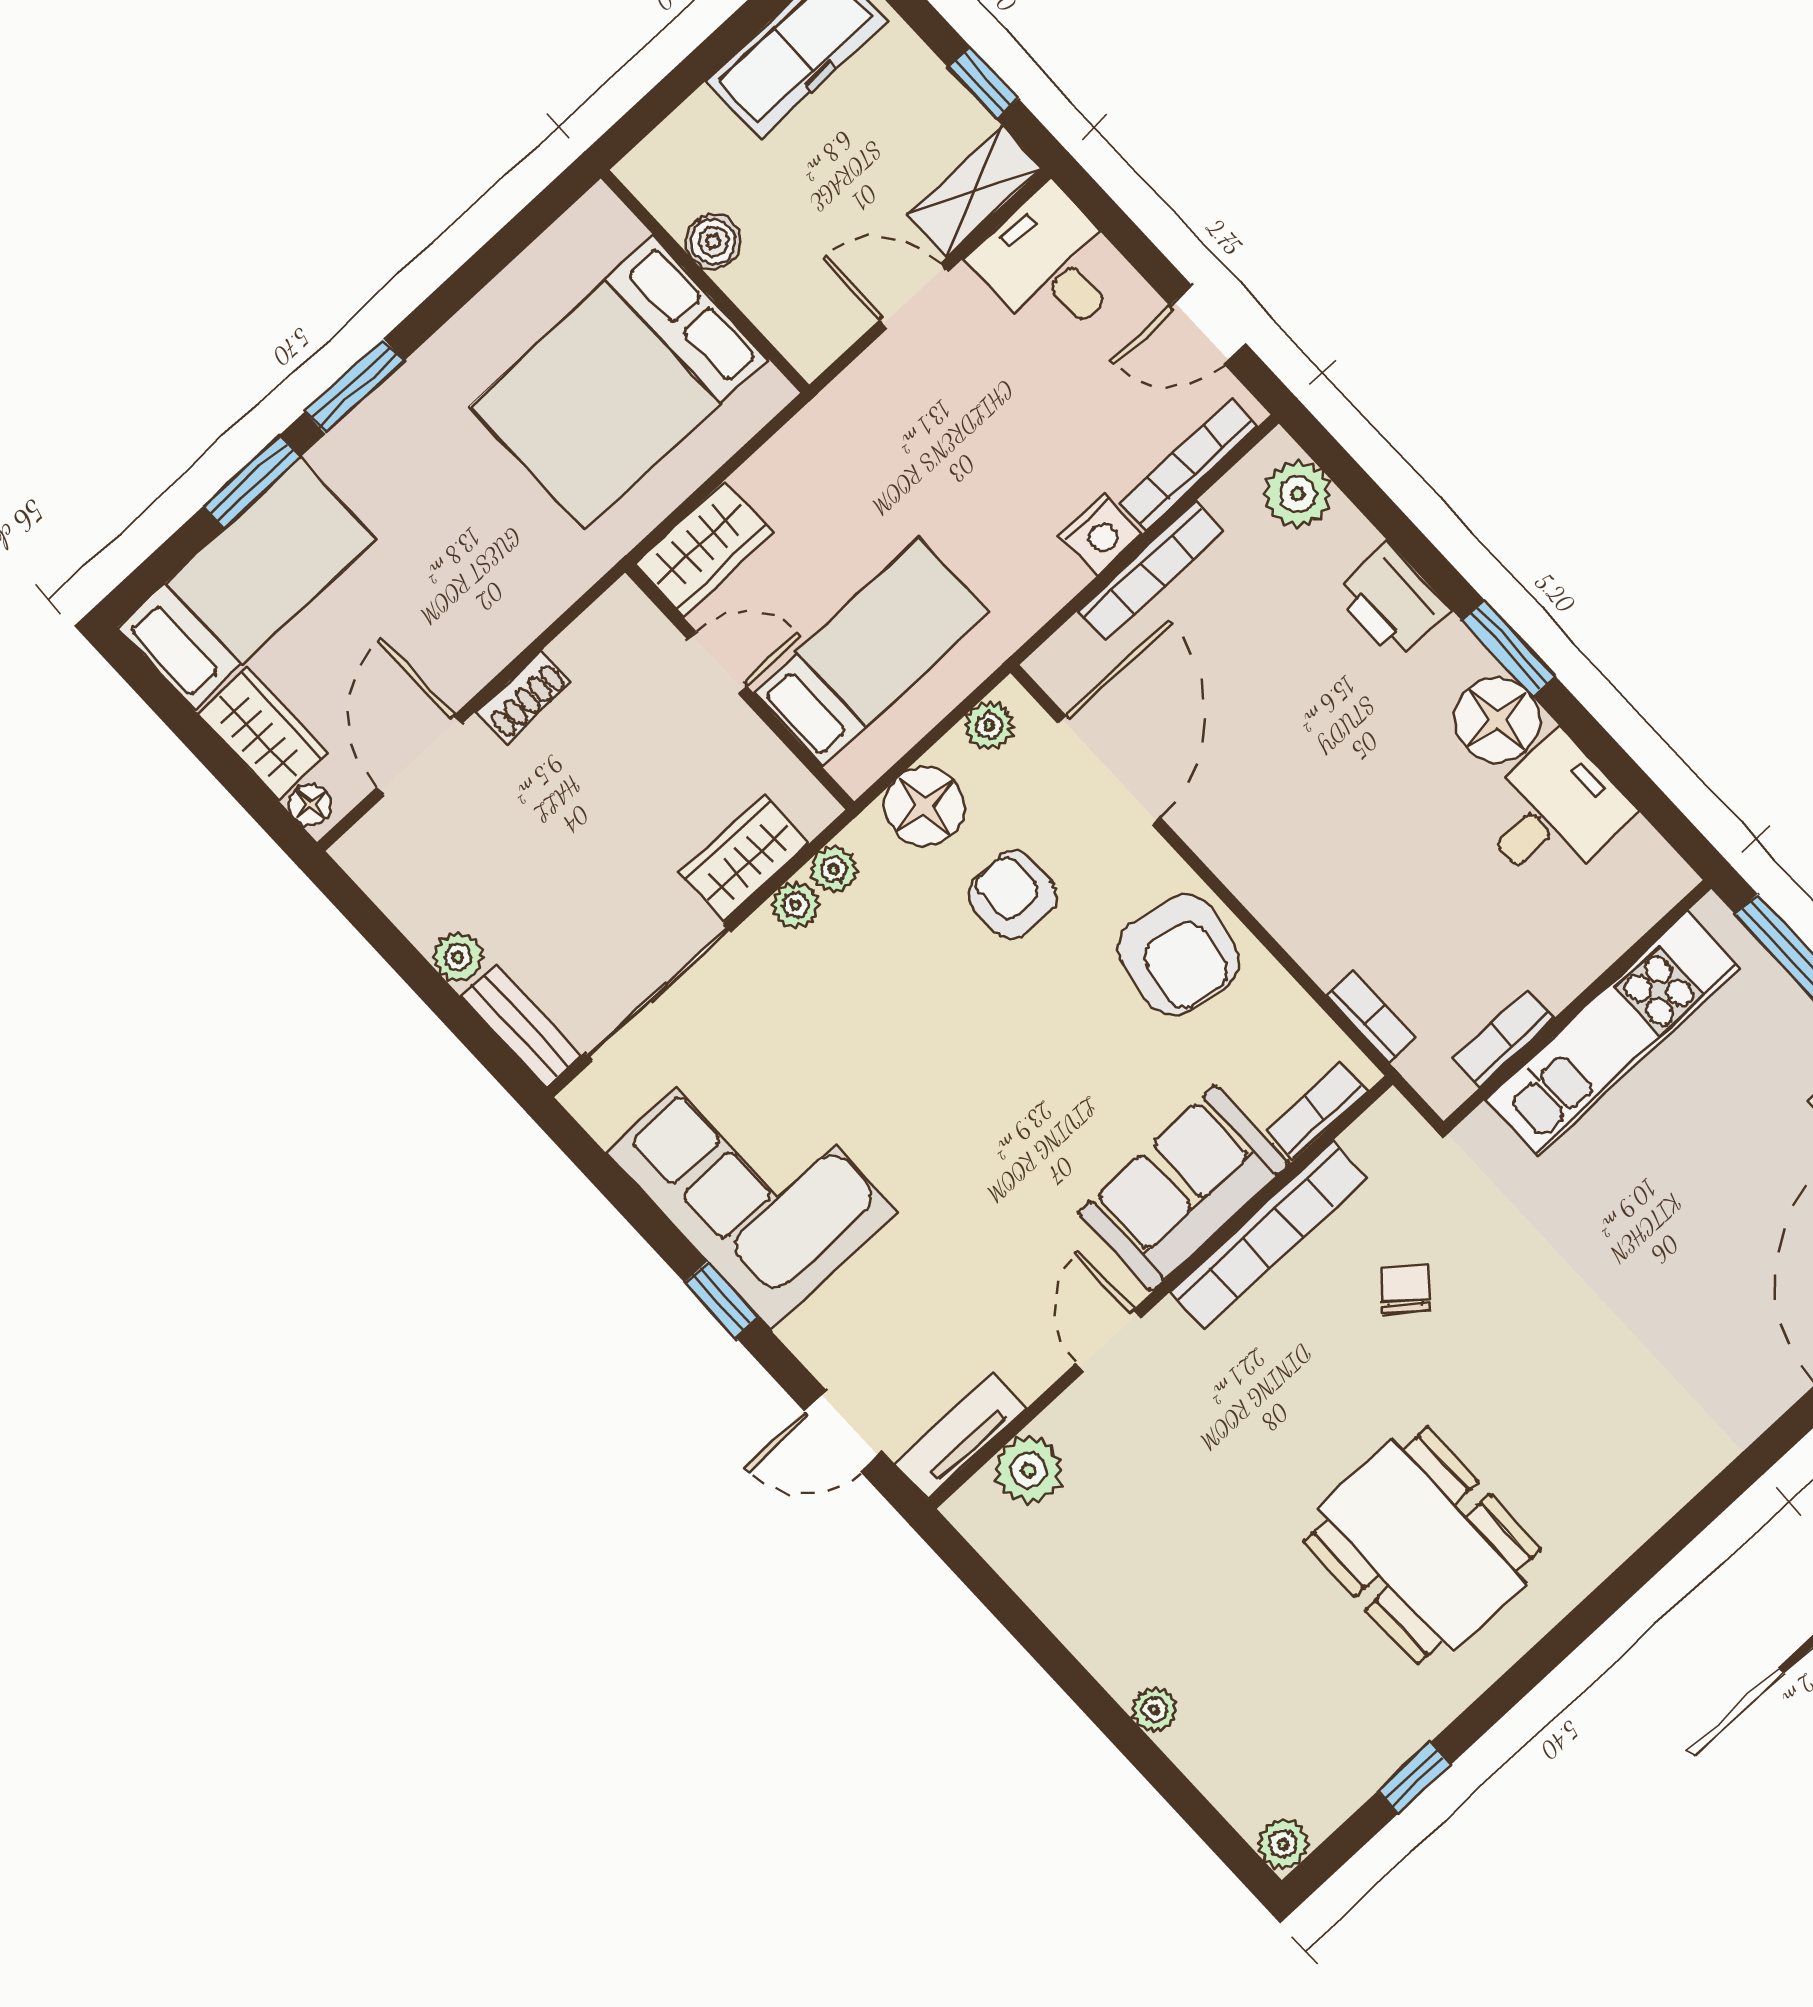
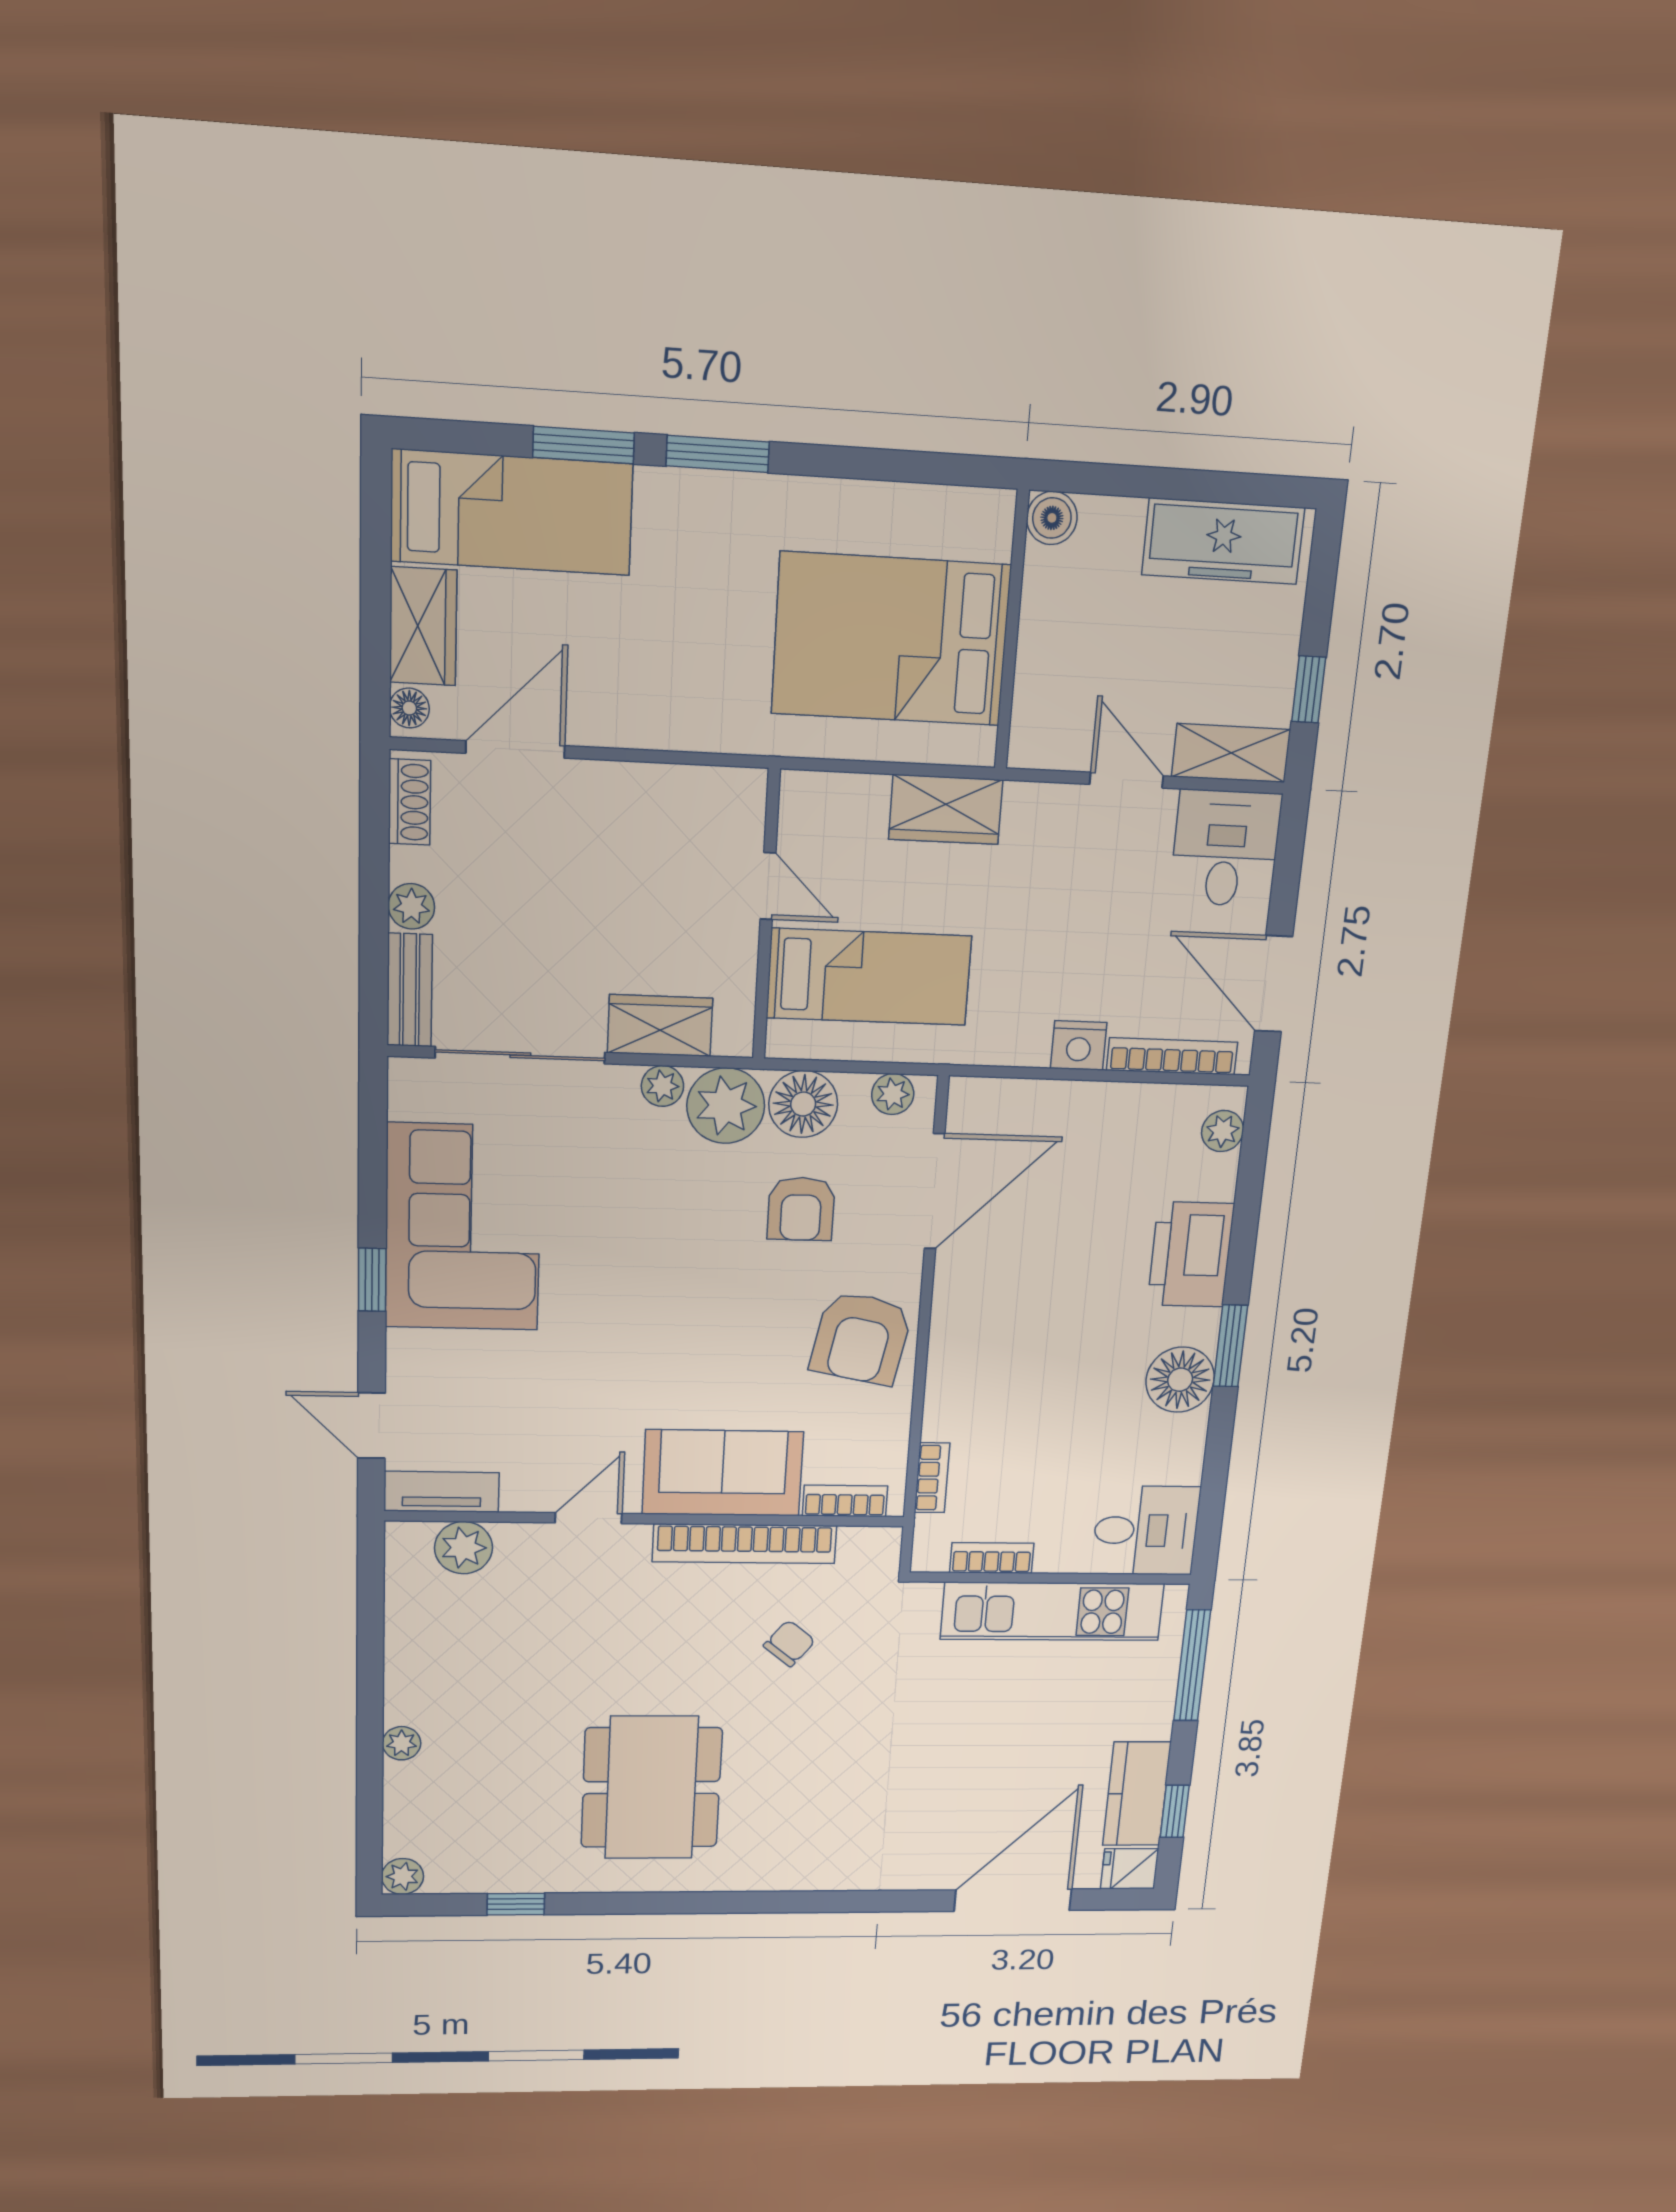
boiler: (713, 241) -> (1052, 518), moved
door: (1208, 325) -> (1274, 984), width x1.37
plant: (1298, 494) -> (1223, 1131), width x0.73, depth x0.73
wardrobe: (703, 548) -> (946, 809), moved
bookcase: (1150, 572) -> (1083, 1097), removed
printer: (1391, 602) -> (1191, 1254), width x1.37, depth x1.19
shoe rack: (524, 697) -> (410, 802), moved, turned -90
desk: (1553, 813) -> (1146, 1530), moved
plant: (834, 869) -> (726, 1106), width x1.88, depth x1.88
armchair: (1013, 895) -> (801, 1209), turned 180

